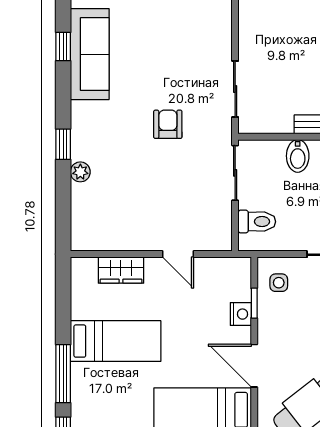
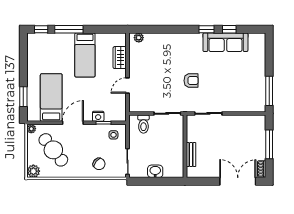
window: (63, 144) -> (206, 29), moved
bidet: (298, 156) -> (176, 144), removed
plant: (80, 172) -> (139, 38), moved

